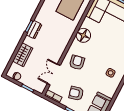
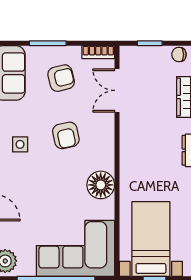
armchair: (77, 62) -> (66, 135), moved
double door: (54, 74) -> (117, 90), swing flipped

